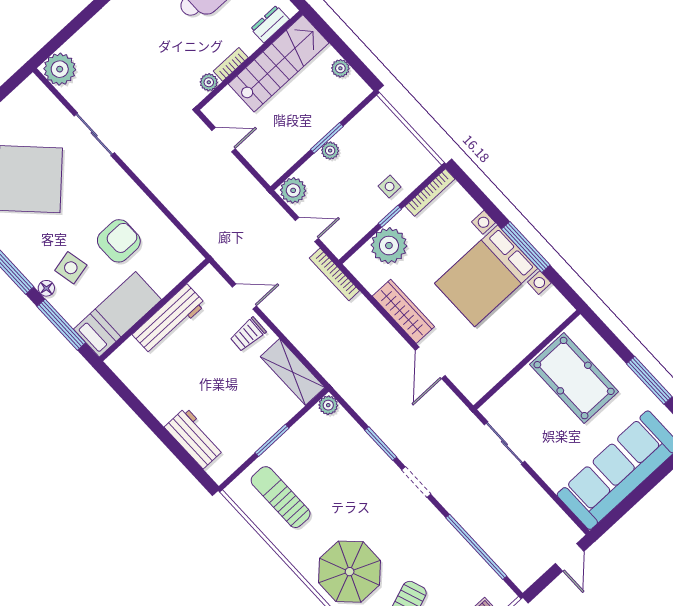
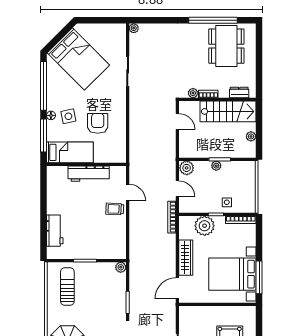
plant: (60, 69) -> (134, 28), width x0.53, depth x0.53
armchair: (119, 241) -> (98, 123), turned -90
wall: (527, 360) -> (217, 304), moved
shelving: (292, 372) -> (119, 241), removed

